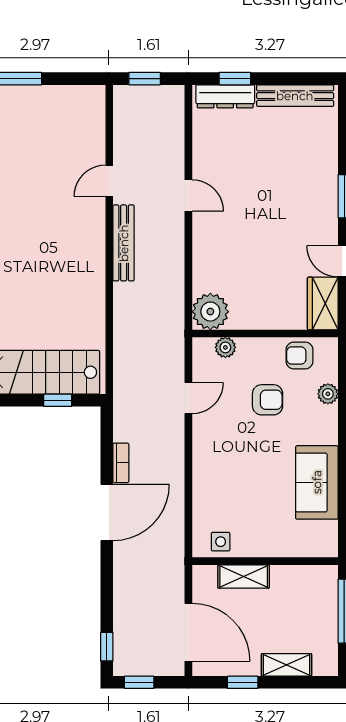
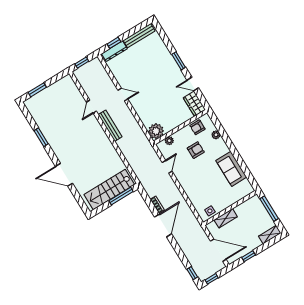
window: (58, 400) -> (121, 196), width x2.17
shelving: (286, 665) -> (270, 235), moved

